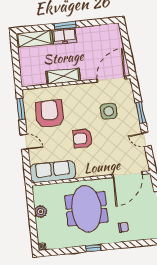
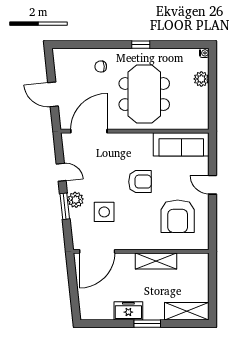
freezer: (64, 36) -> (128, 311), moved
window: (21, 109) -> (213, 226), removed
plant: (133, 119) -> (76, 200), added
plant: (41, 212) -> (201, 79), moved

